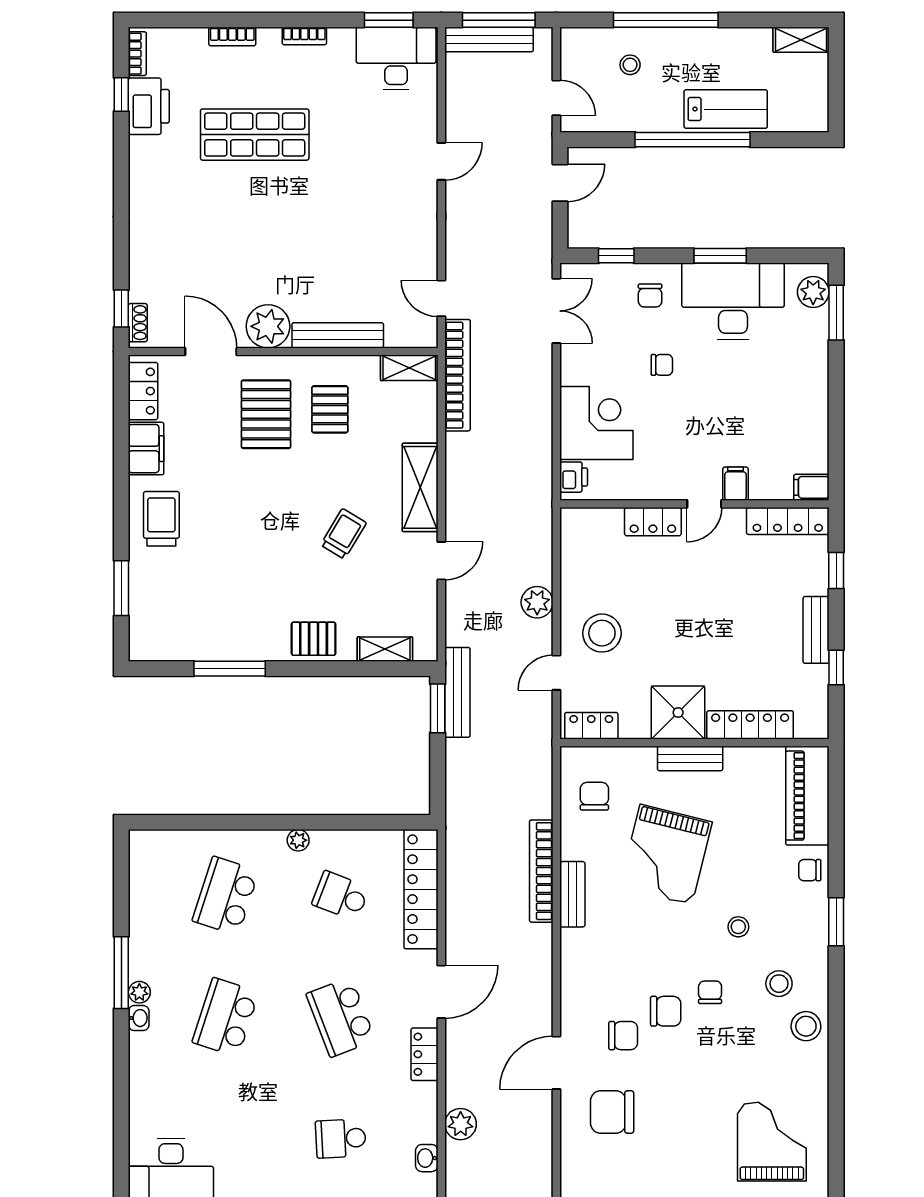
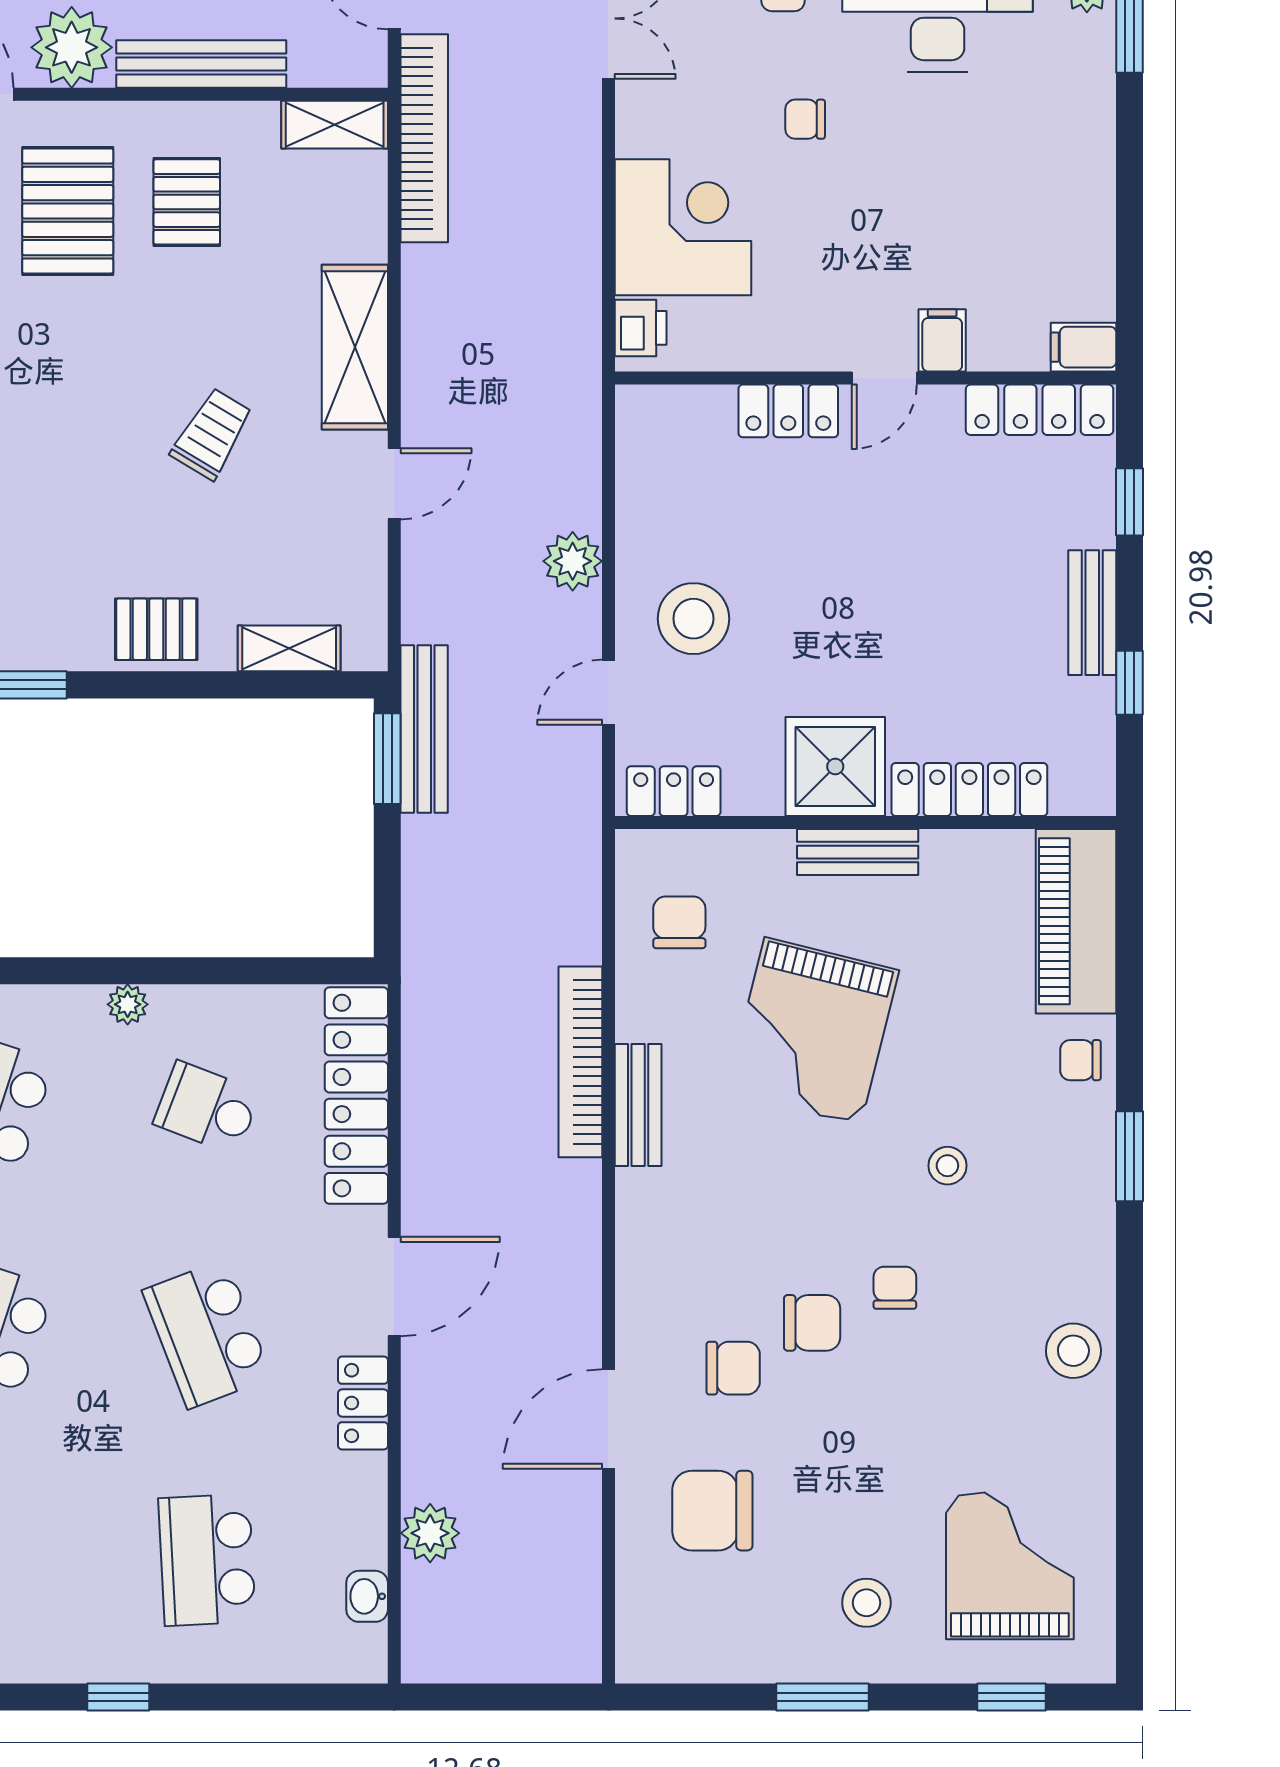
chair: (662, 365) -> (805, 119), turned 180
stool: (779, 984) -> (866, 1603), moved
school desk: (341, 1138) -> (207, 1560), width x1.85

